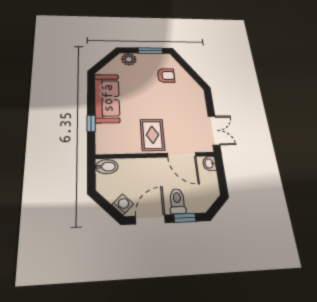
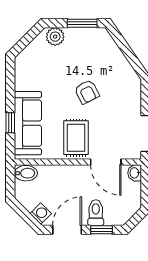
armchair: (166, 75) -> (87, 92), moved, turned 63
sofa: (107, 98) -> (28, 123), moved

